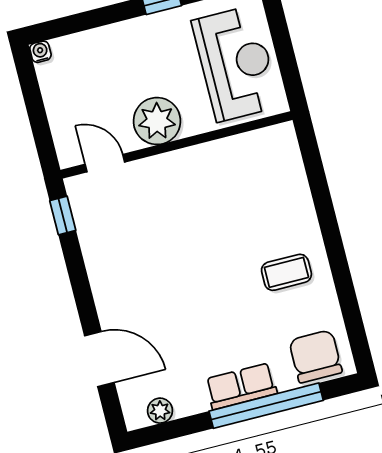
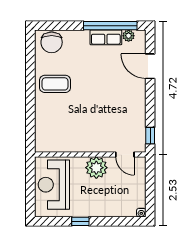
coffee table: (286, 272) -> (55, 84), width x1.36, depth x1.30
row of seats: (241, 386) -> (106, 37), moved
window: (266, 406) -> (110, 26), moved

